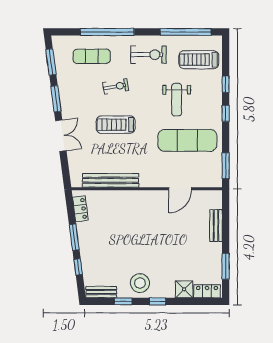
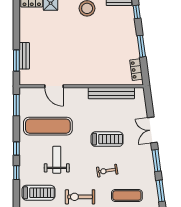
door: (180, 189) -> (54, 86), swing flipped
window: (226, 266) -> (16, 61), moved
window: (78, 267) -> (137, 12), moved

